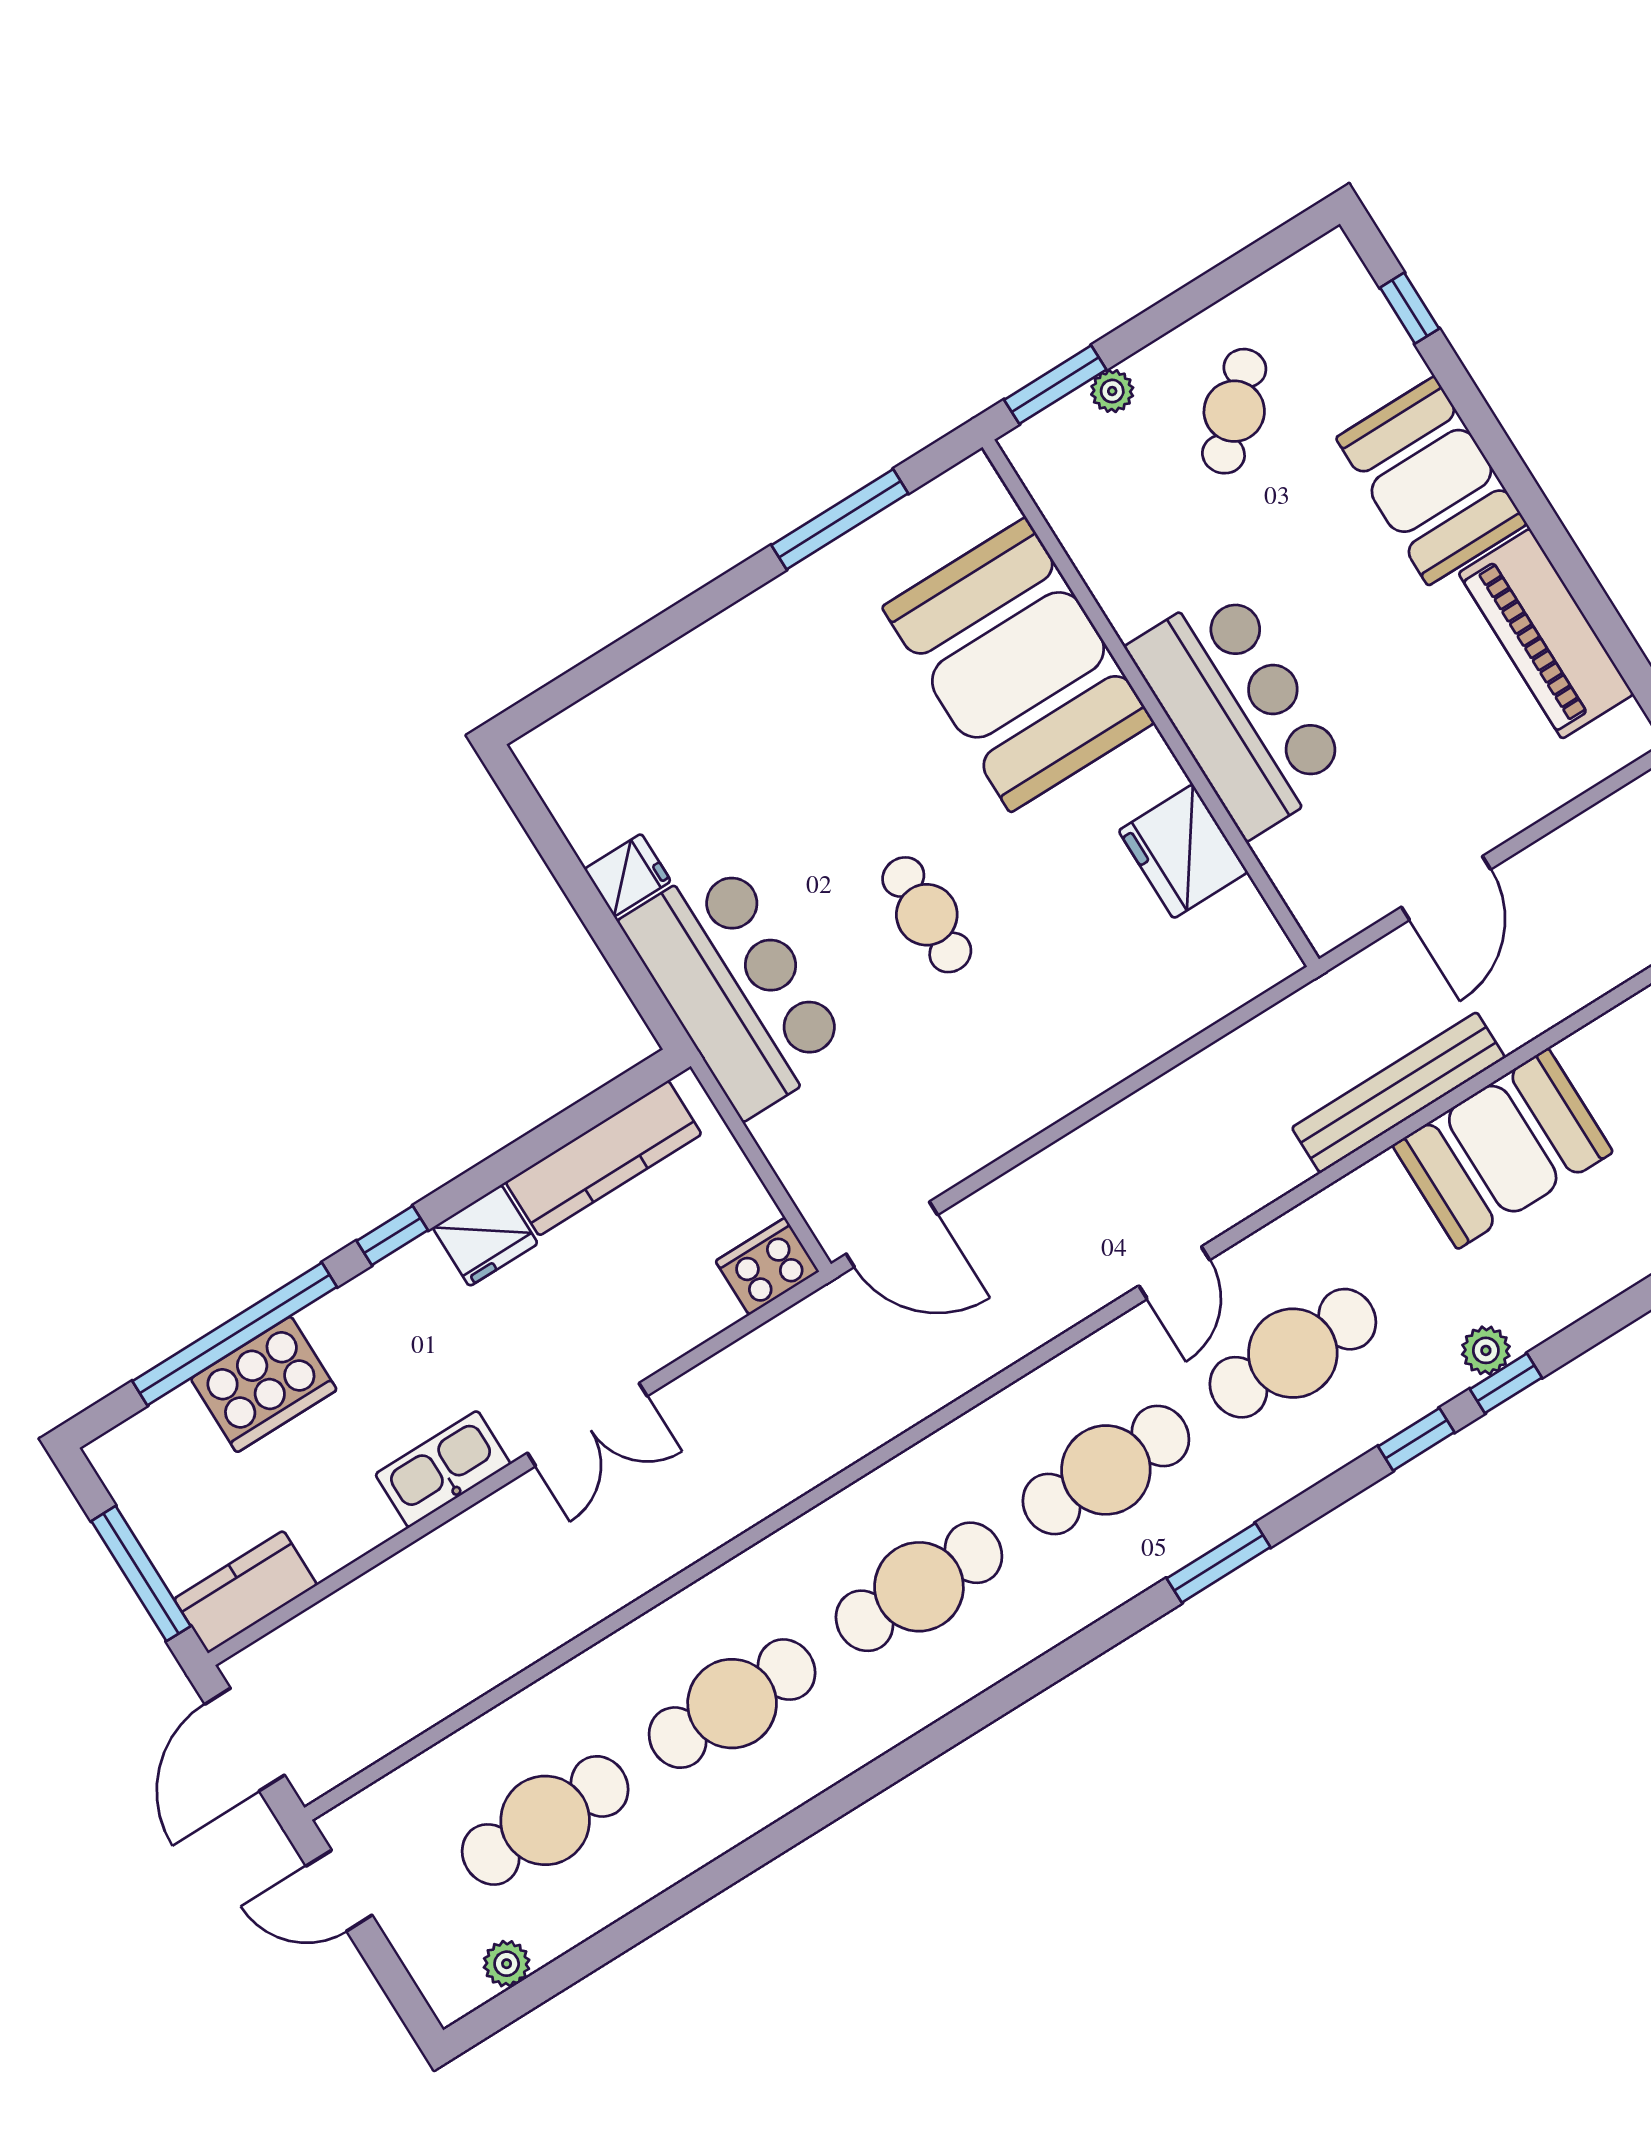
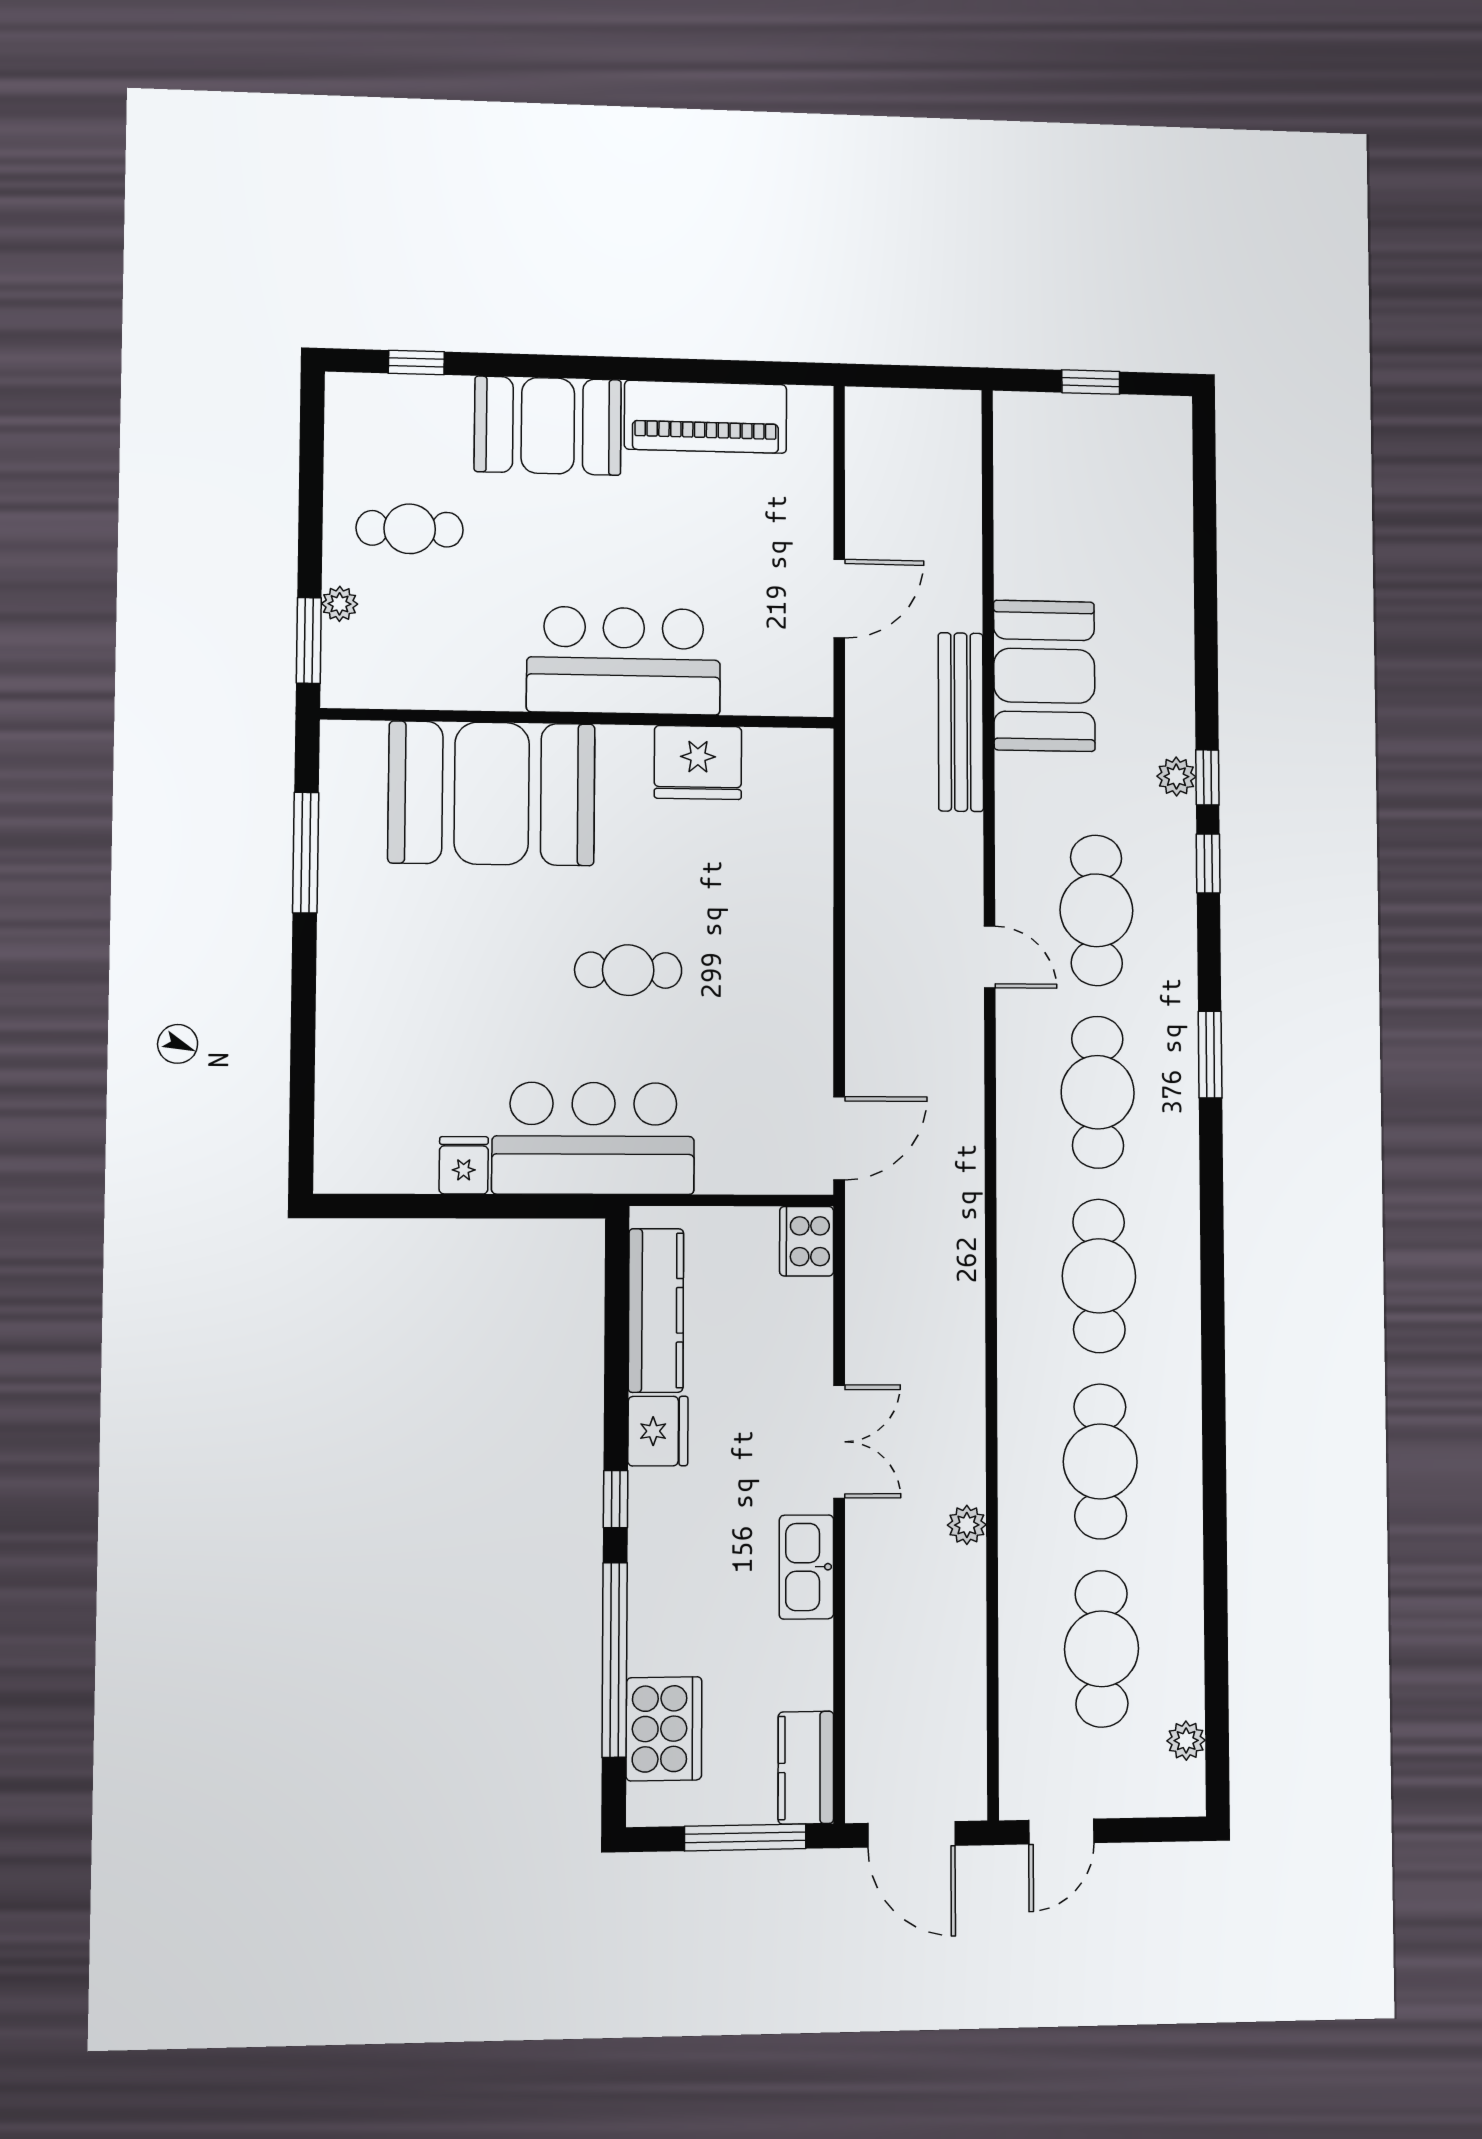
cafe table: (1234, 411) -> (410, 529), turned -46
door: (1446, 888) -> (839, 598), hinge flipped
cooker: (264, 1384) -> (664, 1729), moved
plant: (584, 1606) -> (967, 1525), added

